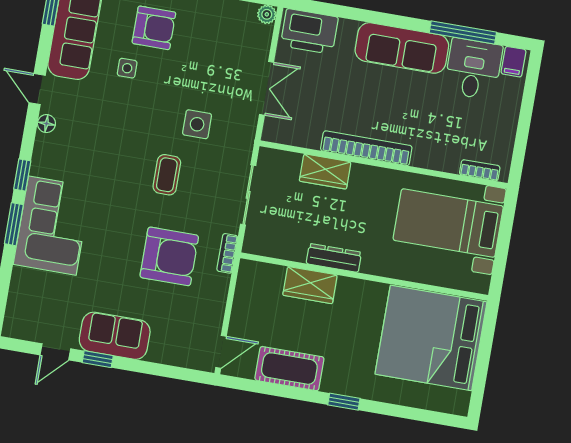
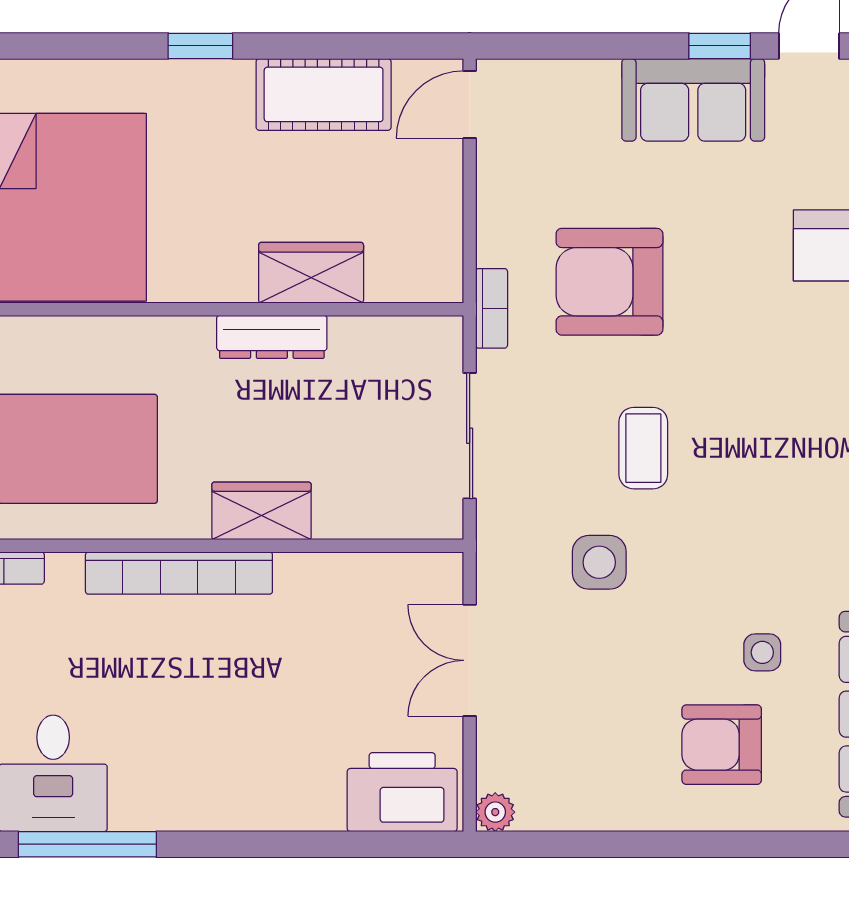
sofa: (402, 48) -> (207, 791), removed
bookcase: (366, 148) -> (179, 573), moved
wardrobe: (325, 171) -> (262, 511), moved

